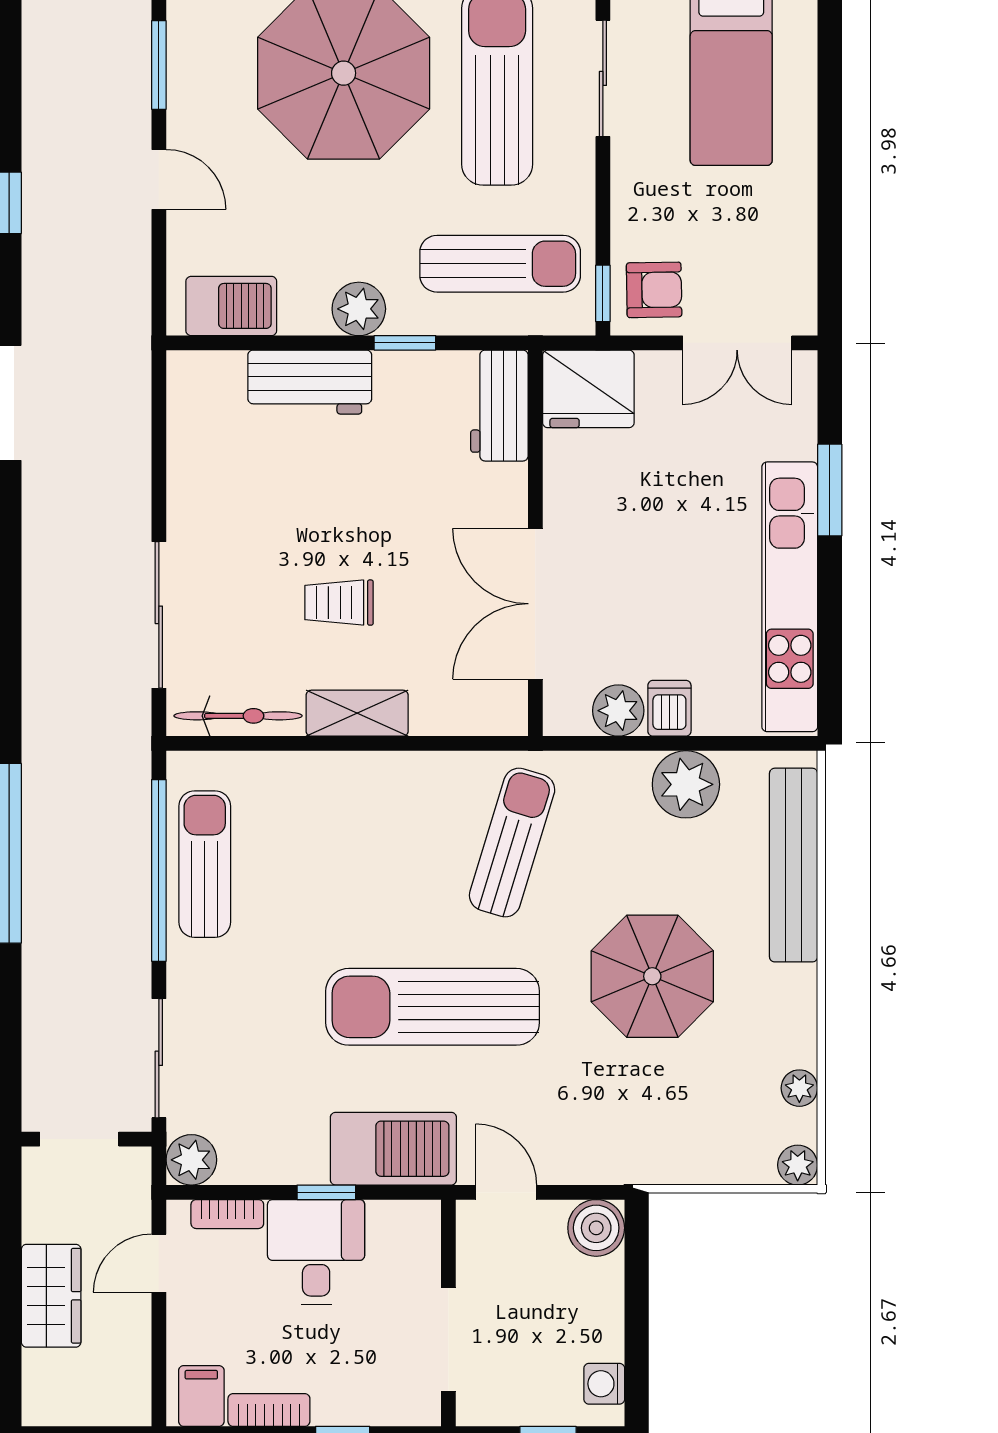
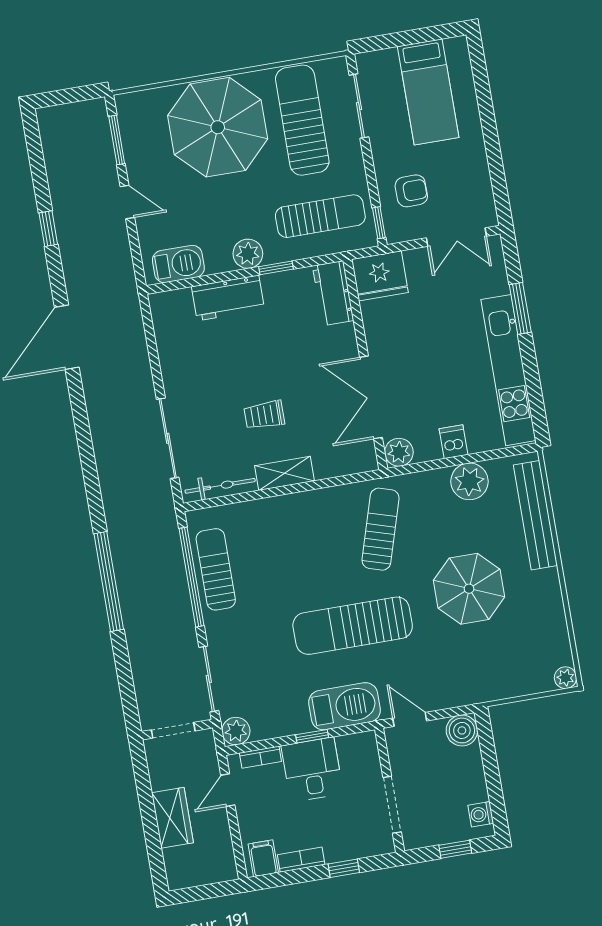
armchair: (654, 290) -> (411, 191), moved
plant: (618, 711) -> (399, 452), moved
plant: (799, 1088) -> (559, 636), removed

